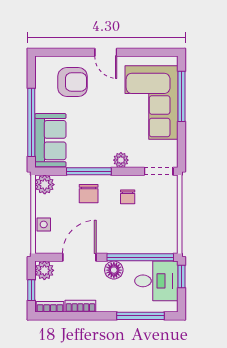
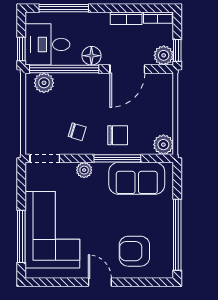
window: (31, 122) -> (177, 235), moved
sofa: (50, 140) -> (137, 178), moved, turned -90
chair: (89, 194) -> (118, 135), turned 90
chair: (128, 197) -> (77, 132), turned 107
side table: (44, 224) -> (164, 103), removed
plant: (160, 244) -> (44, 83), added
window: (31, 290) -> (177, 50), moved

